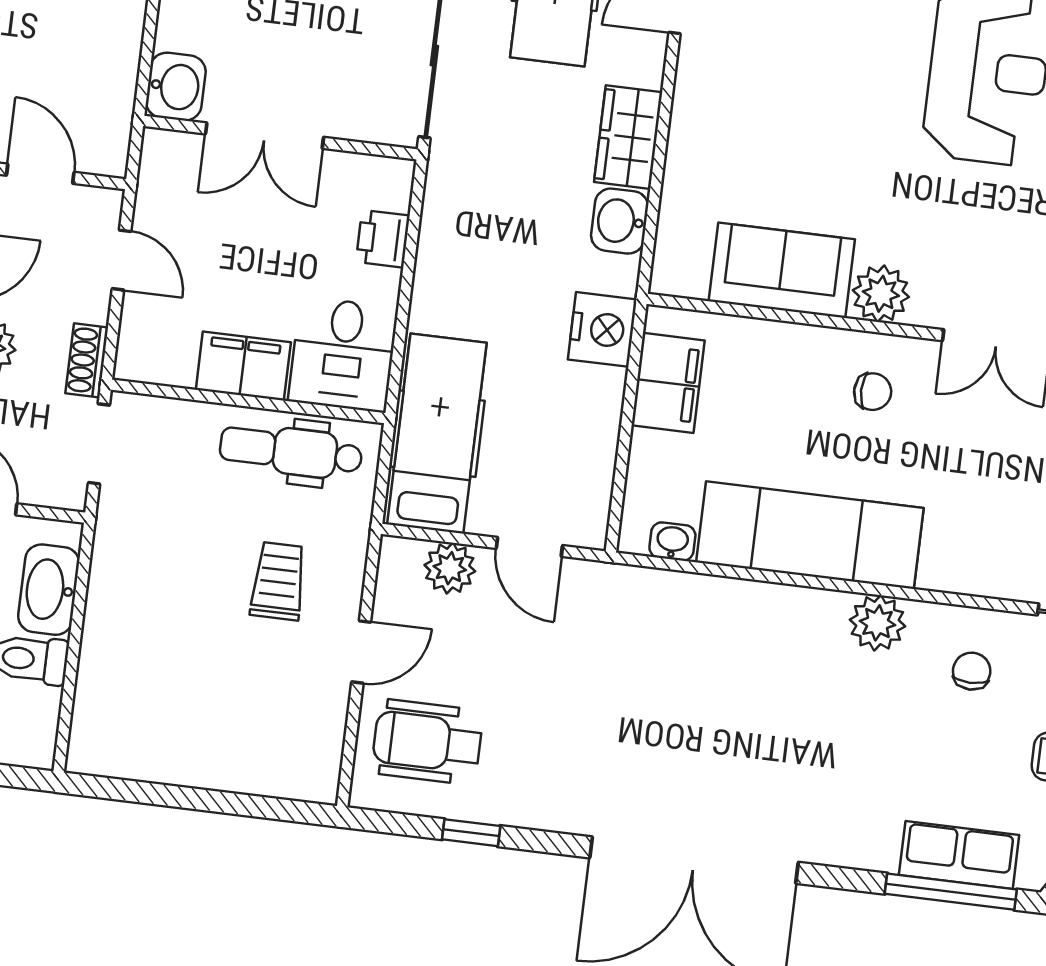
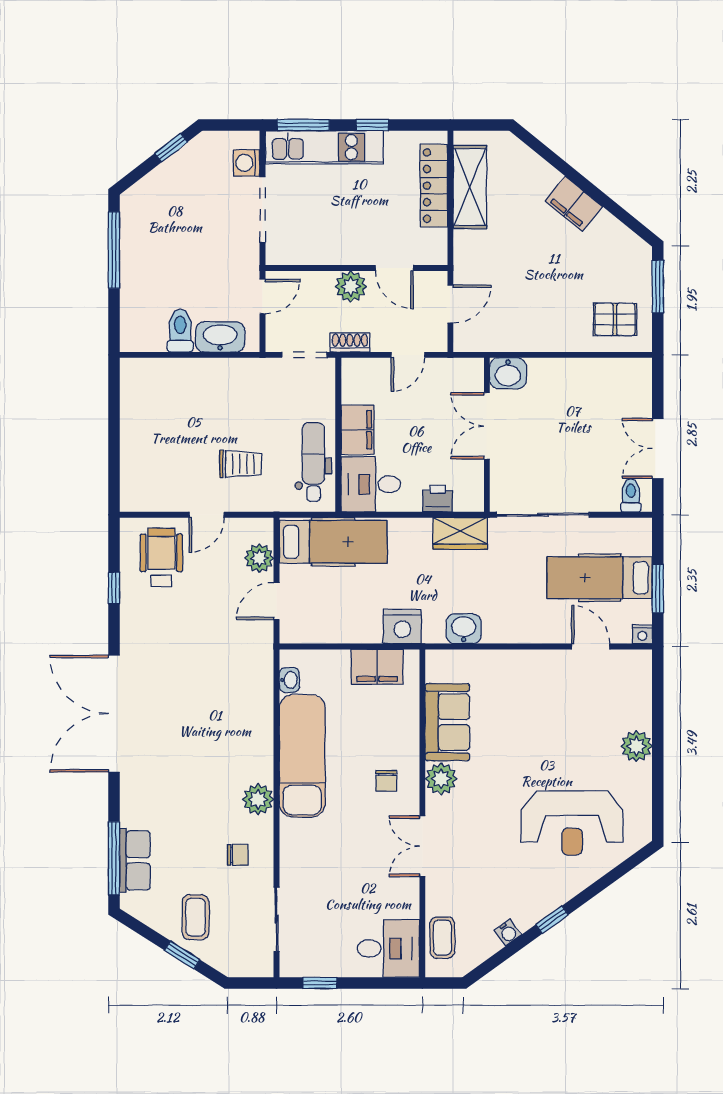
wardrobe: (628, 137) -> (460, 533), moved, turned 180
door: (361, 652) -> (207, 515), hinge flipped

